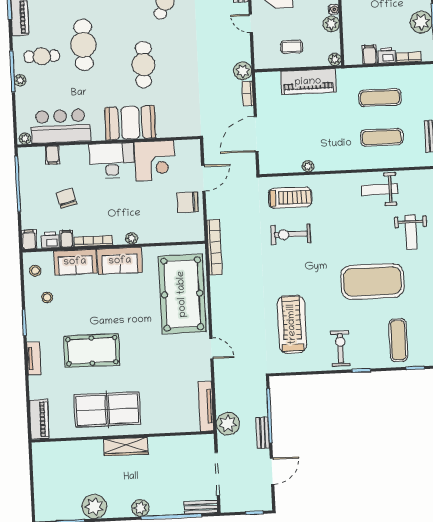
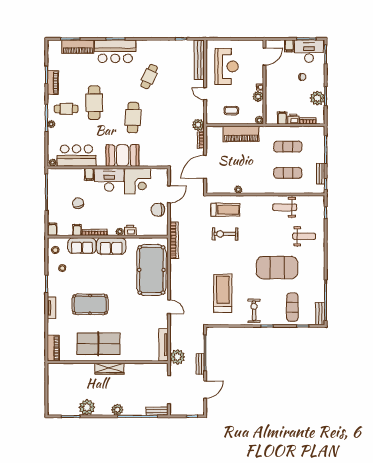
filing cabinet: (52, 155) -> (89, 174), moved
weight bench: (411, 232) -> (304, 236), turned -90
printer: (50, 240) -> (130, 230), moved

